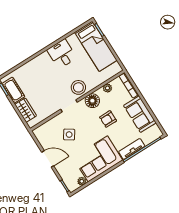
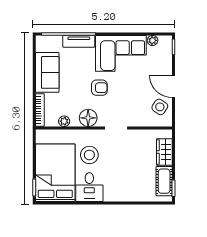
bed: (96, 46) -> (55, 173), width x1.50
stool: (78, 87) -> (89, 155), moved
armchair: (108, 119) -> (99, 88), moved
side table: (69, 135) -> (160, 107), moved

